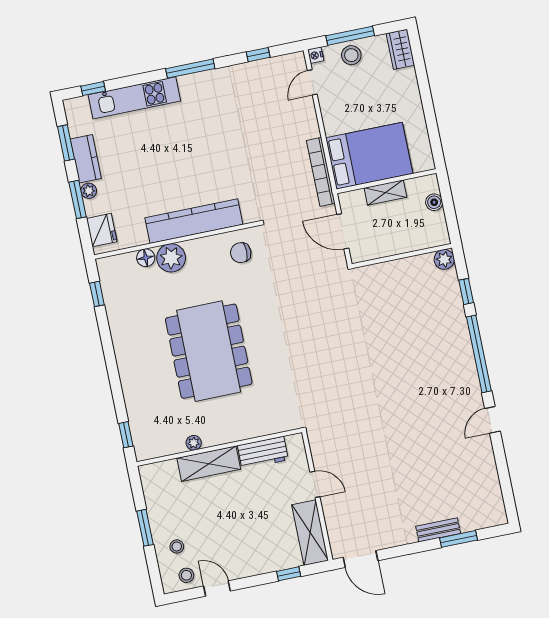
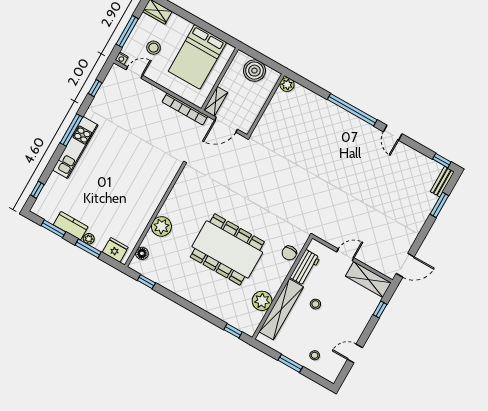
stool: (351, 55) -> (154, 48), moved
door: (312, 82) -> (134, 73), swing flipped
kitchen unit: (134, 98) -> (75, 147), moved
bed: (369, 156) -> (197, 57), moved, turned 180
shelving: (385, 192) -> (216, 101), moved
boiler: (434, 202) -> (254, 71), width x1.86, depth x1.86
kitchen counter: (194, 221) -> (153, 198), removed
chair: (241, 253) -> (289, 253), moved
floor lamp: (146, 258) -> (142, 253), moved
window: (466, 291) -> (442, 161), moved
plant: (194, 443) -> (262, 301), width x1.88, depth x1.88
shelving: (209, 464) -> (281, 309), width x1.47
bench: (438, 530) -> (442, 182), moved
stool: (186, 575) -> (315, 304), moved

